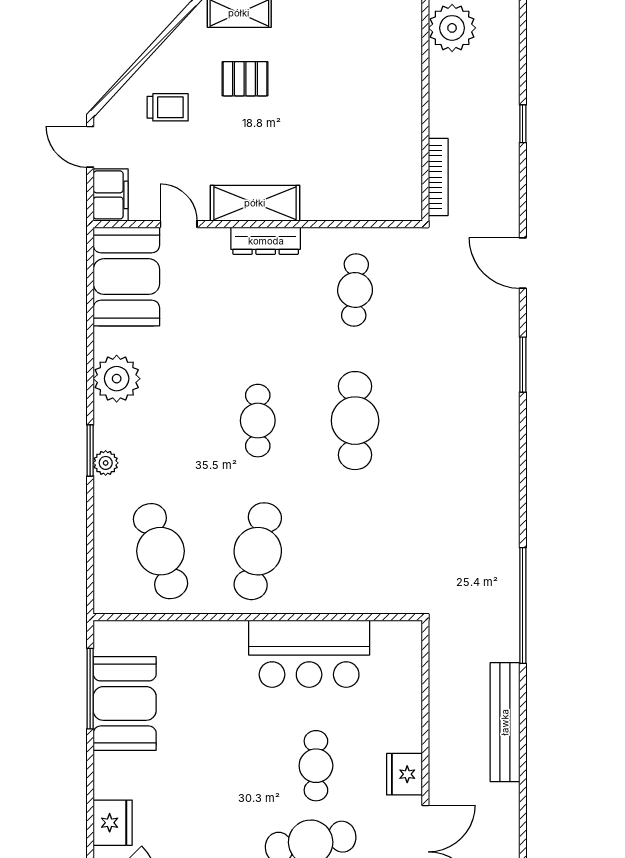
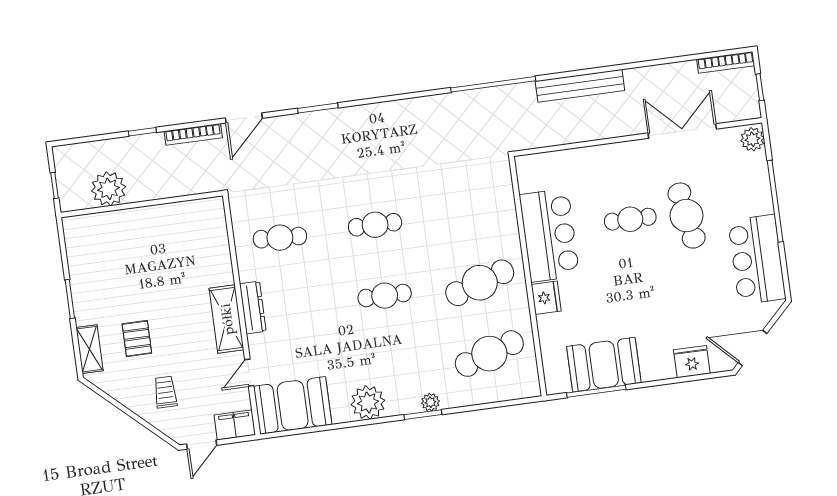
plant: (452, 28) -> (109, 189), moved
bookcase: (438, 177) -> (193, 134), moved, turned 180
cafe table: (355, 421) -> (375, 225), width x0.73, depth x0.74
cafe table: (258, 551) -> (480, 283), turned -30
fridge: (404, 774) -> (546, 298), moved, turned -90

